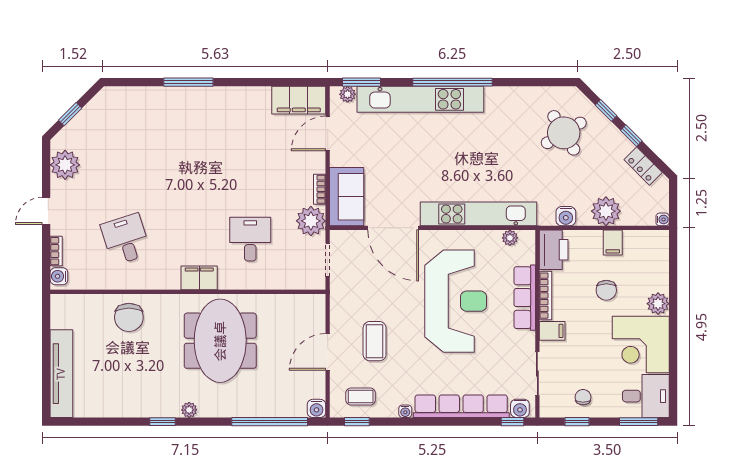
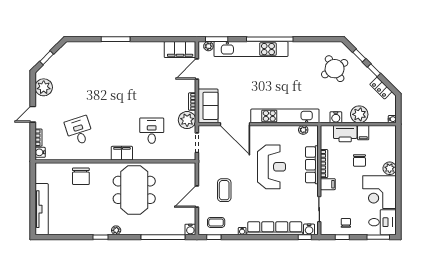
printer: (554, 250) -> (345, 134), moved, turned 90
reception desk: (456, 301) -> (272, 167), width x0.74, depth x0.77

